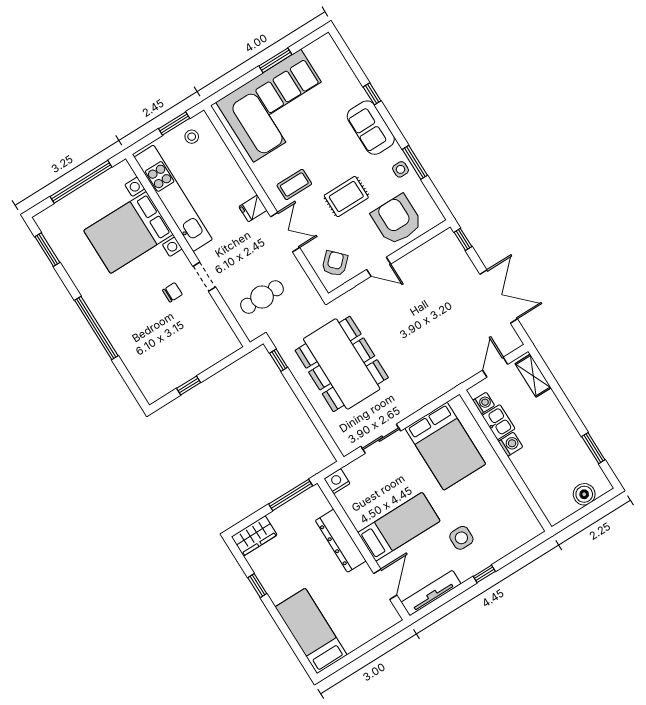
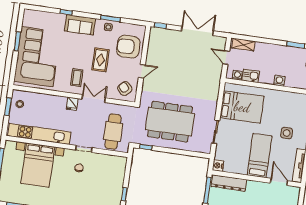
cafe table: (262, 297) -> (113, 132), width x1.37, depth x1.35
washing machine: (511, 444) -> (279, 81), moved
dresser: (341, 541) -> (229, 183), moved

